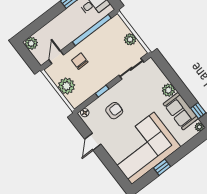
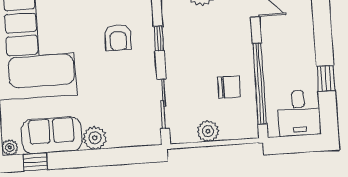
chair: (80, 61) -> (229, 87), moved

